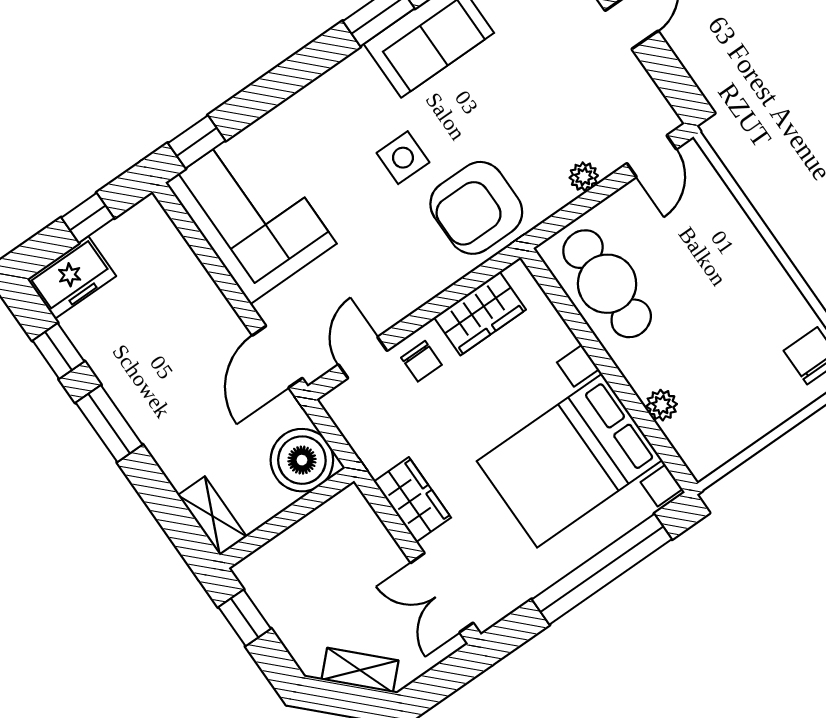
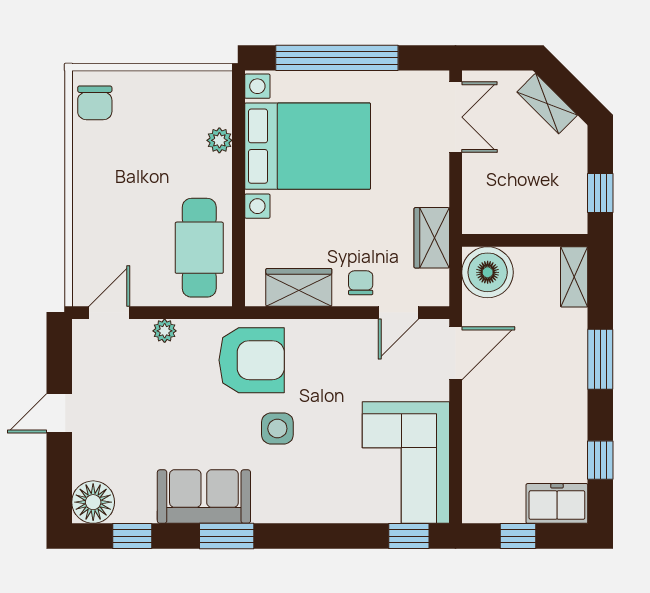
window: (109, 424) -> (600, 359), moved
wardrobe: (412, 500) -> (432, 238), moved

